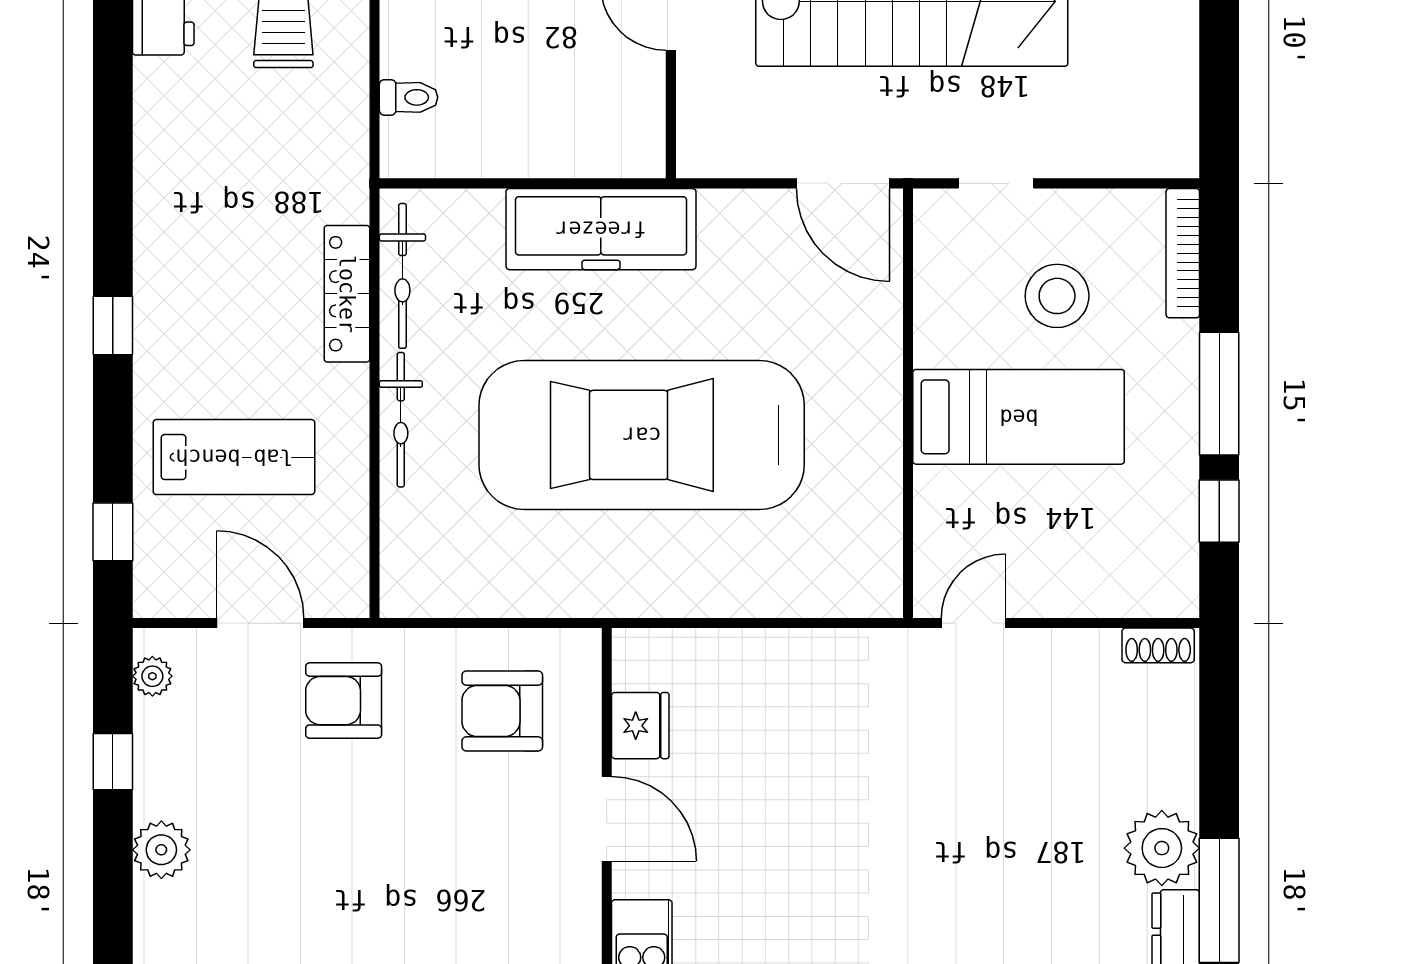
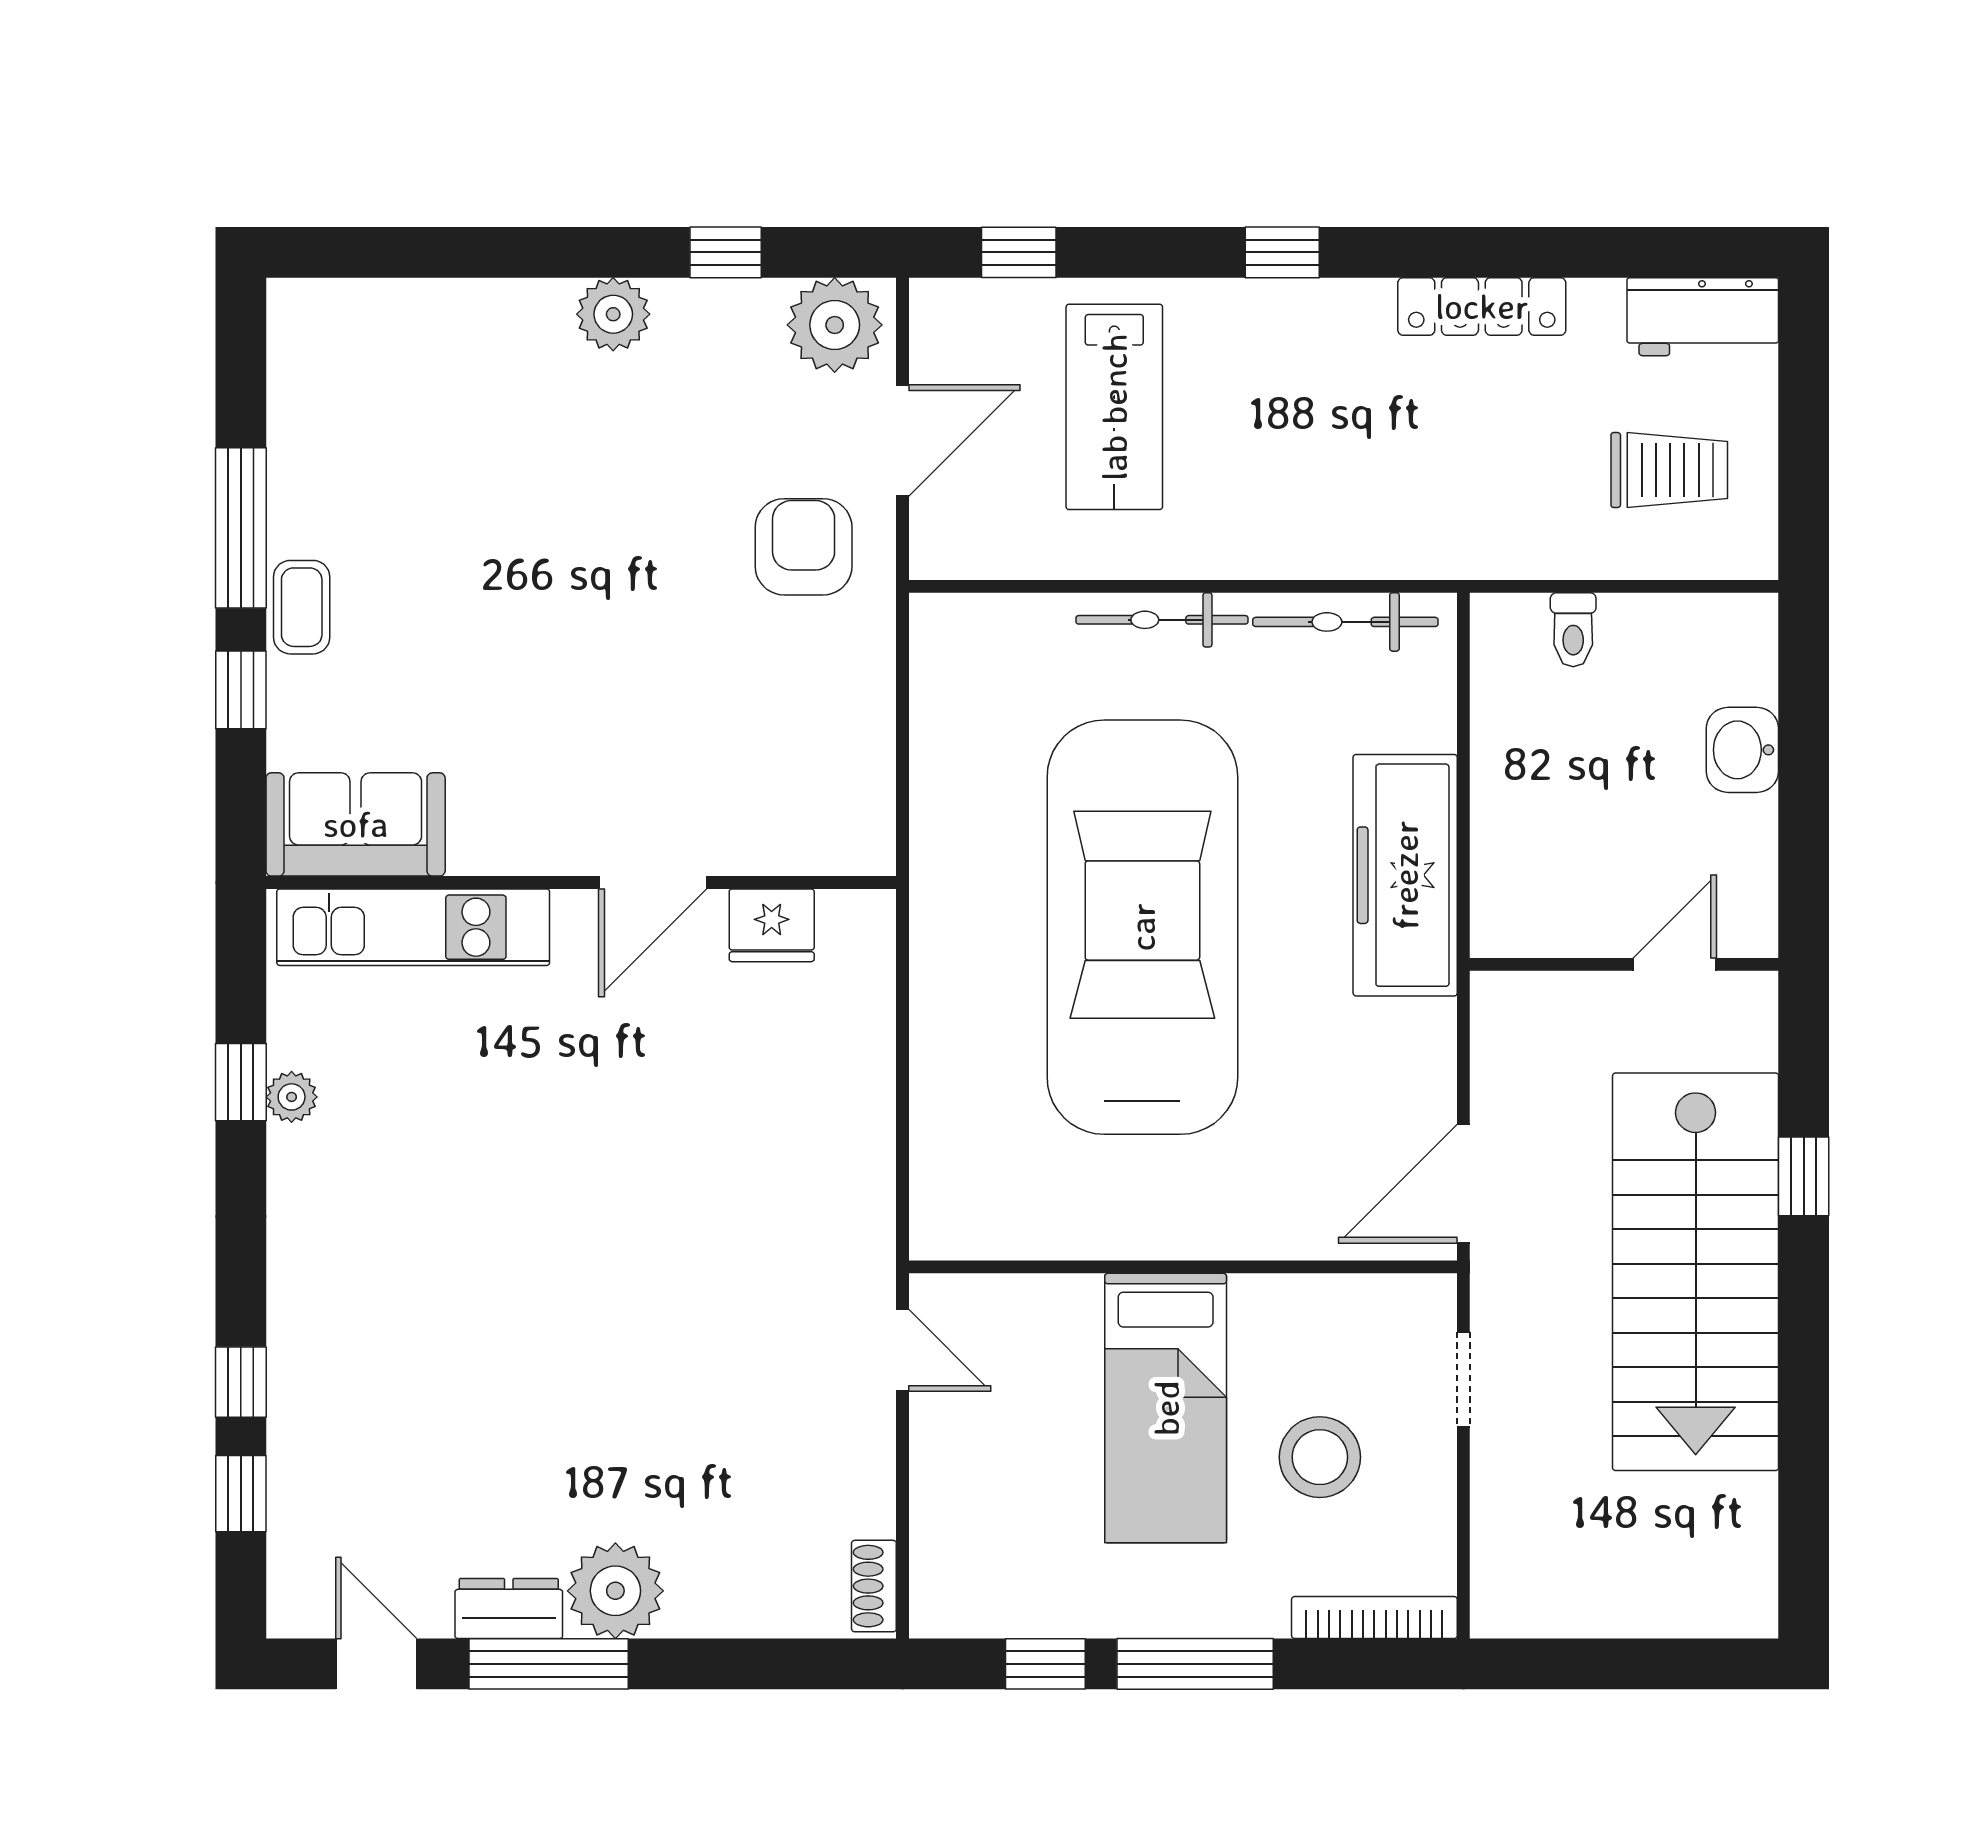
locker: (347, 294) -> (1482, 306), moved, turned 180
plant: (152, 676) -> (835, 325), width x1.88, depth x1.88
armchair: (502, 711) -> (790, 749), removed

